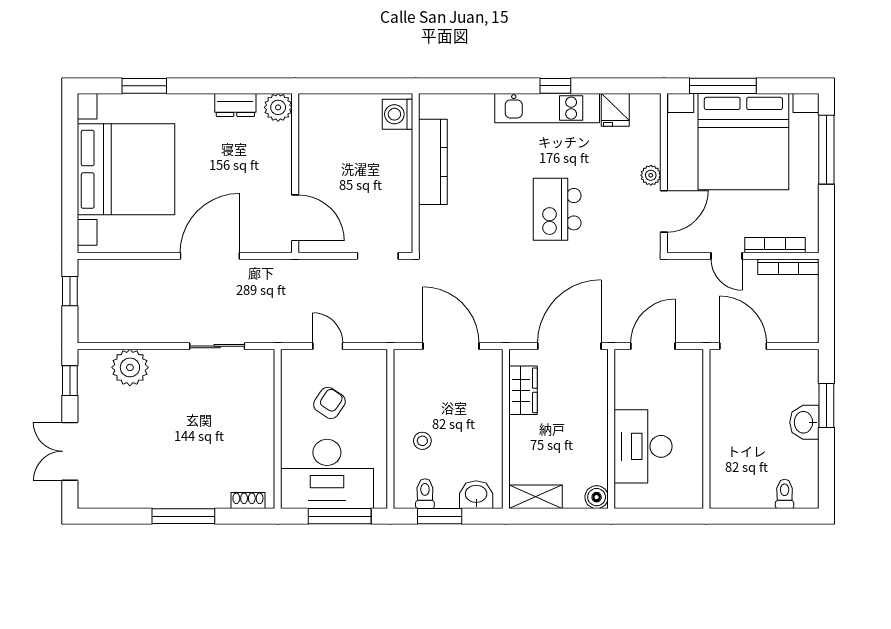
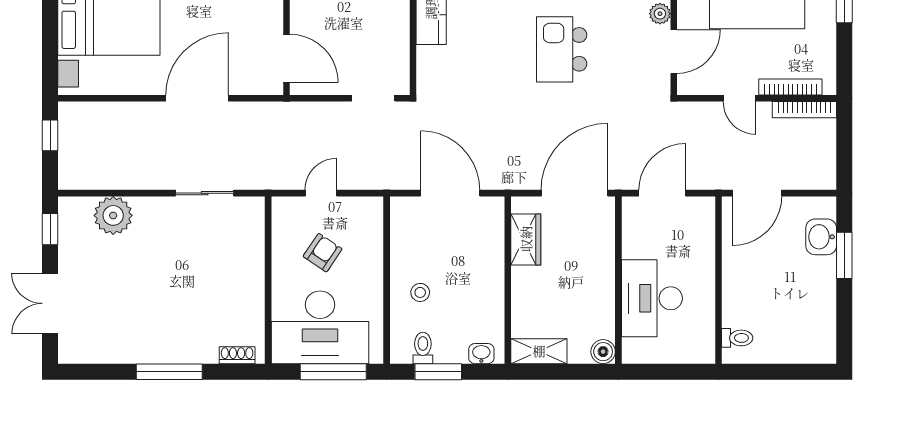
door: (328, 346) -> (321, 193), hinge flipped
door: (743, 346) -> (757, 193), swing flipped
washbasin: (804, 422) -> (821, 237), moved
toilet: (785, 494) -> (737, 338), moved, turned 90
washbasin: (476, 495) -> (481, 354), width x0.72, depth x0.69

